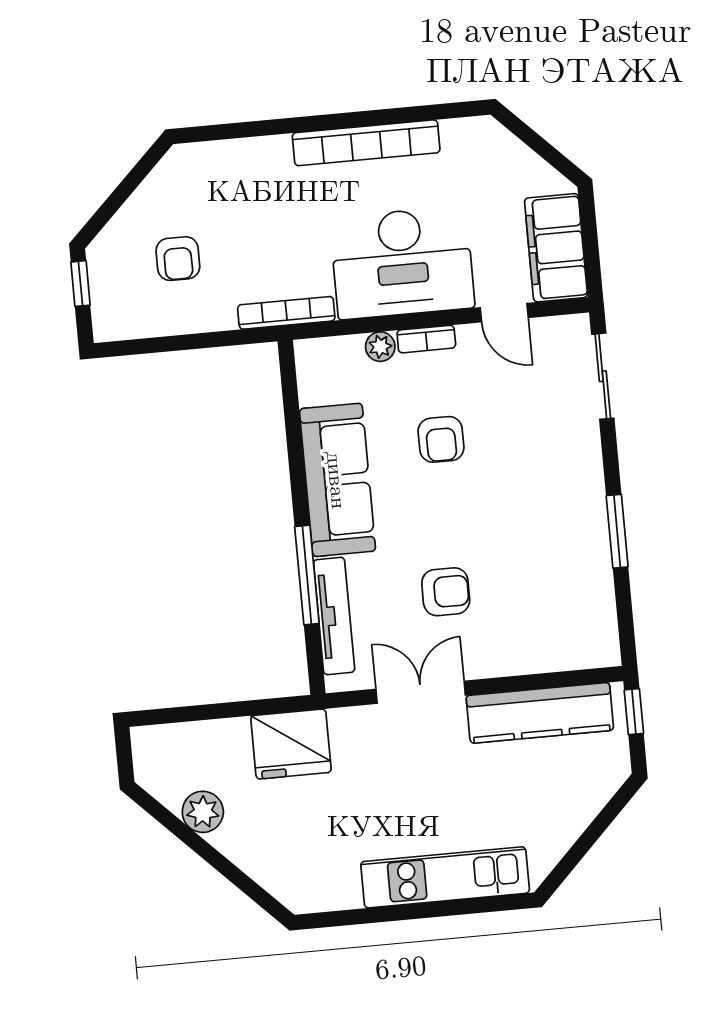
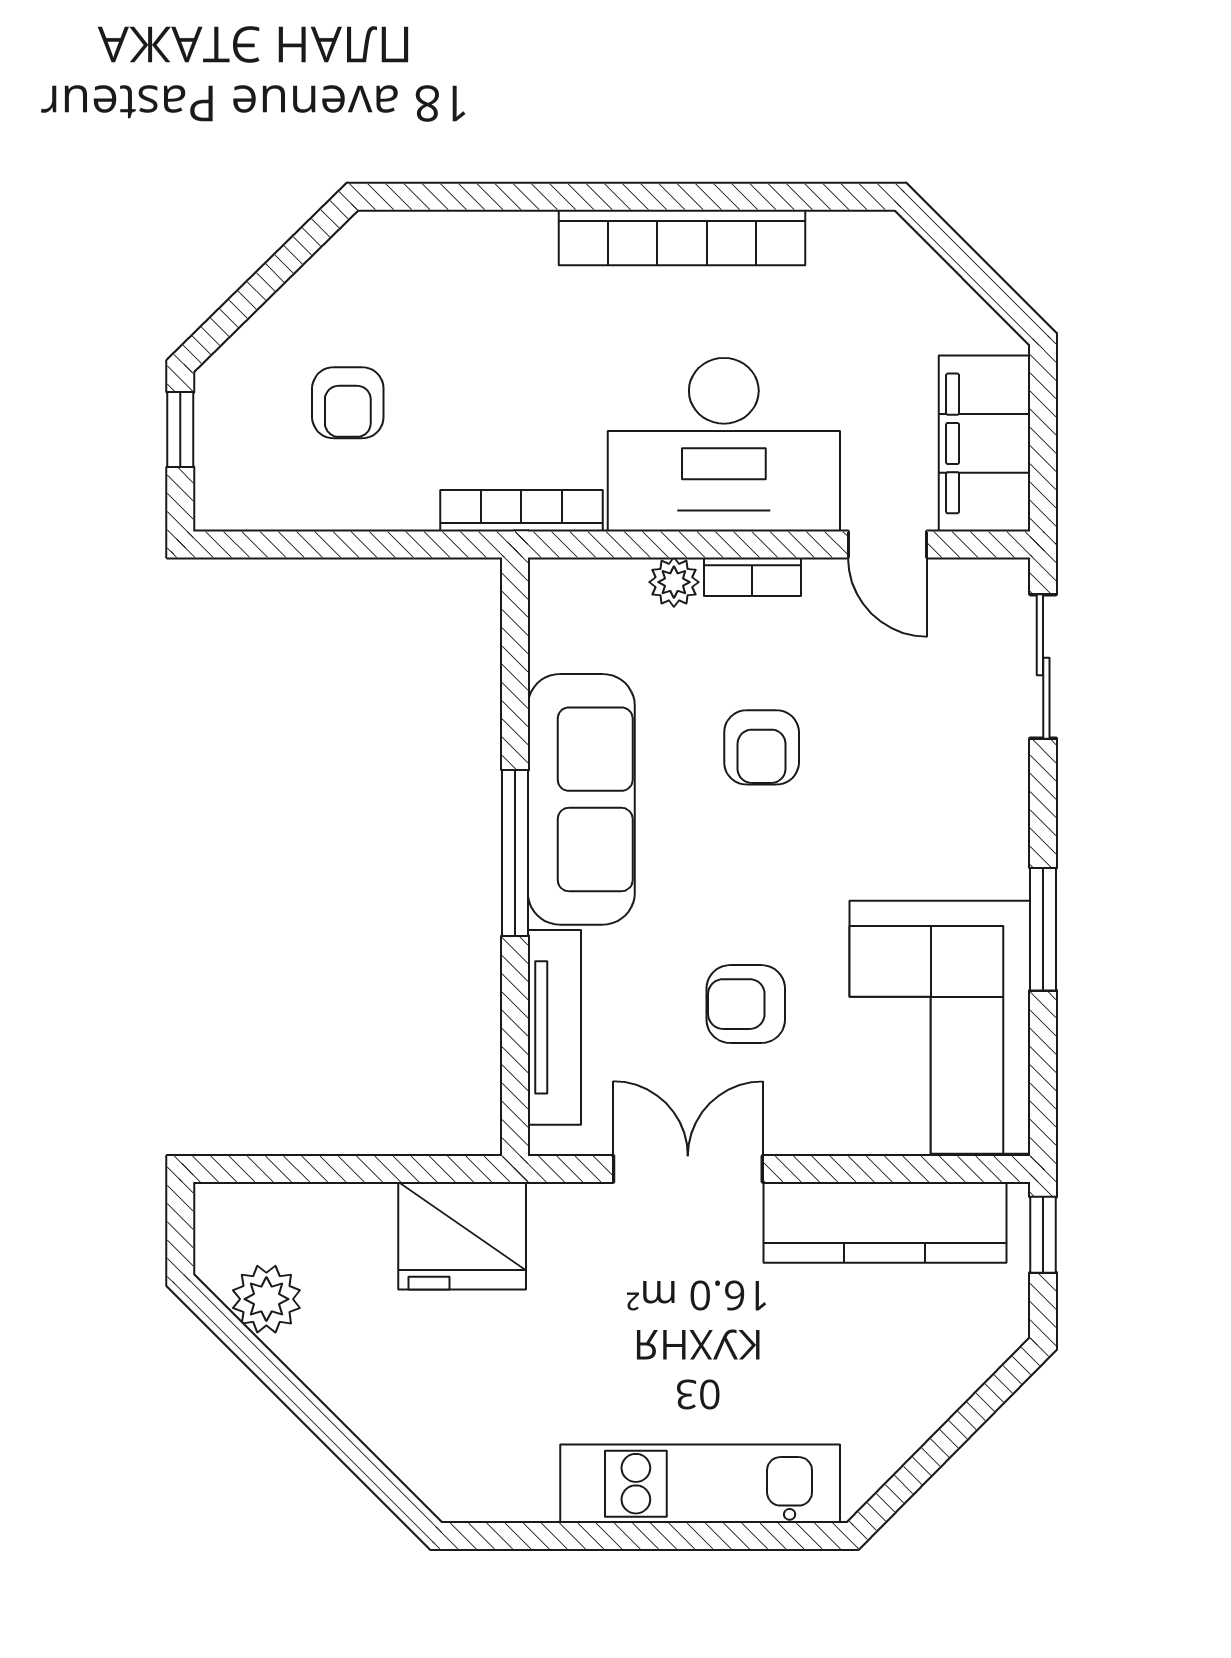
window: (307, 575) -> (515, 853), moved
armchair: (446, 592) -> (746, 1004), turned 180
corner sofa: (562, 595) -> (940, 1027), added
plant: (203, 812) -> (266, 1299), moved

